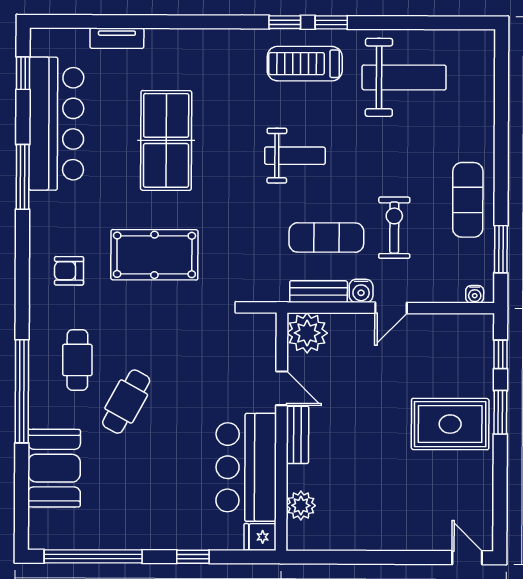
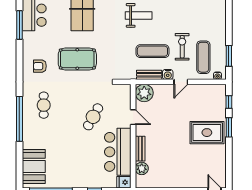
exercise mat: (468, 200) -> (203, 57), moved
cafe table: (126, 402) -> (93, 117), moved
bench: (298, 435) -> (140, 149), moved
booth: (54, 468) -> (34, 167), moved

